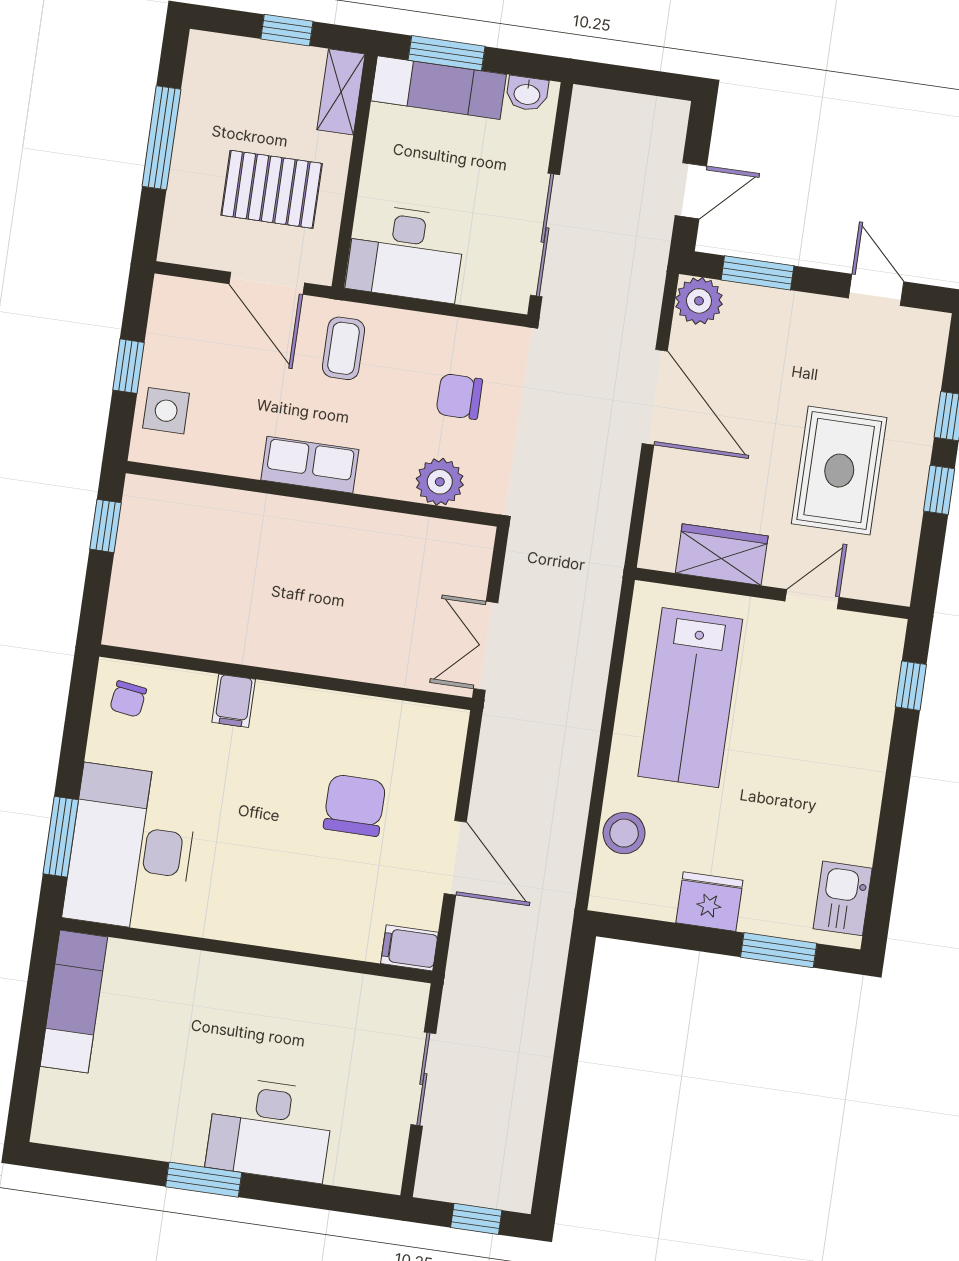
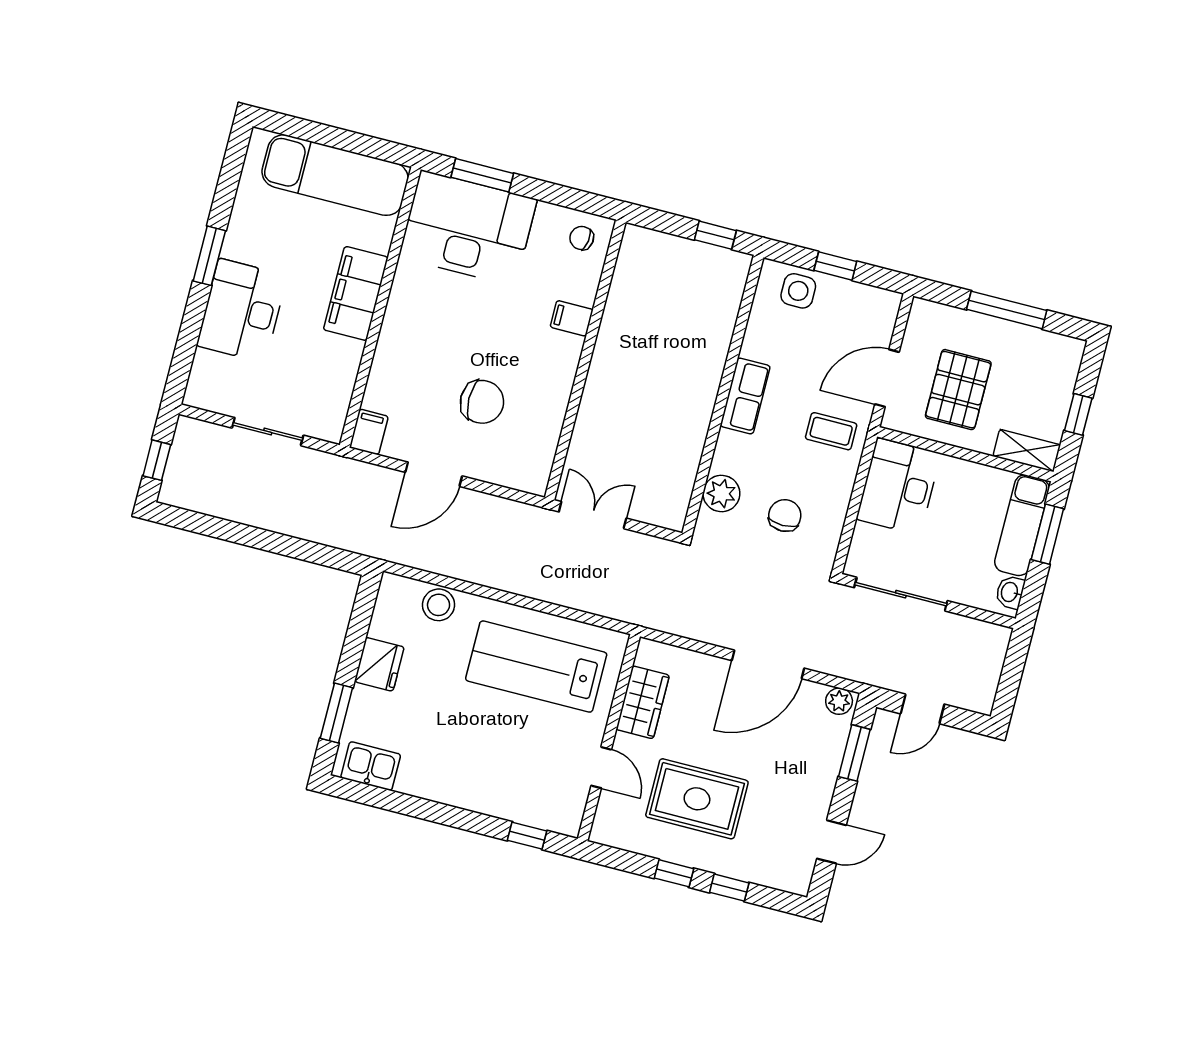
door: (691, 191) -> (922, 709), hinge flipped
plant: (699, 301) -> (839, 701), width x0.73, depth x0.73
filing cabinet: (232, 984) -> (356, 293), added
exam couch: (74, 1002) -> (335, 175), width x1.36, depth x1.45

